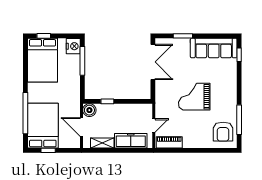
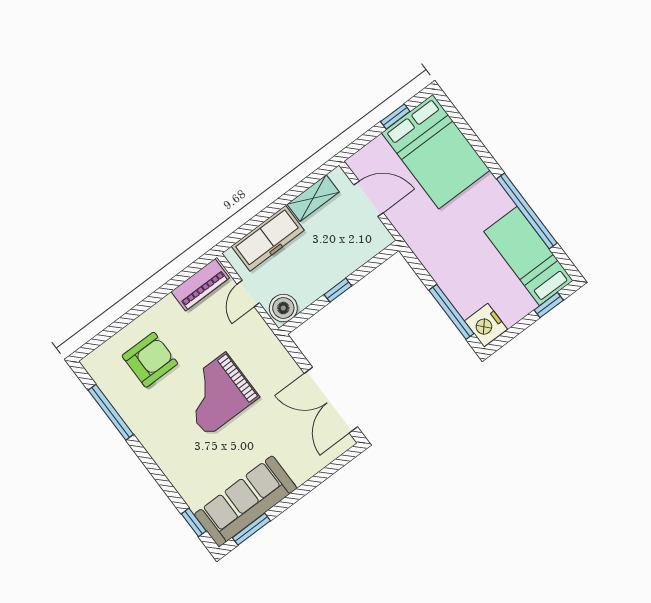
window: (183, 36) -> (251, 529), moved
bed: (42, 60) -> (528, 256), width x0.67
grand piano: (194, 97) -> (216, 394), turned 180
window: (107, 101) -> (338, 290), moved
boiler: (89, 110) -> (283, 308), moved
window: (25, 113) -> (527, 211), moved
armchair: (223, 132) -> (150, 360), moved, turned 90

